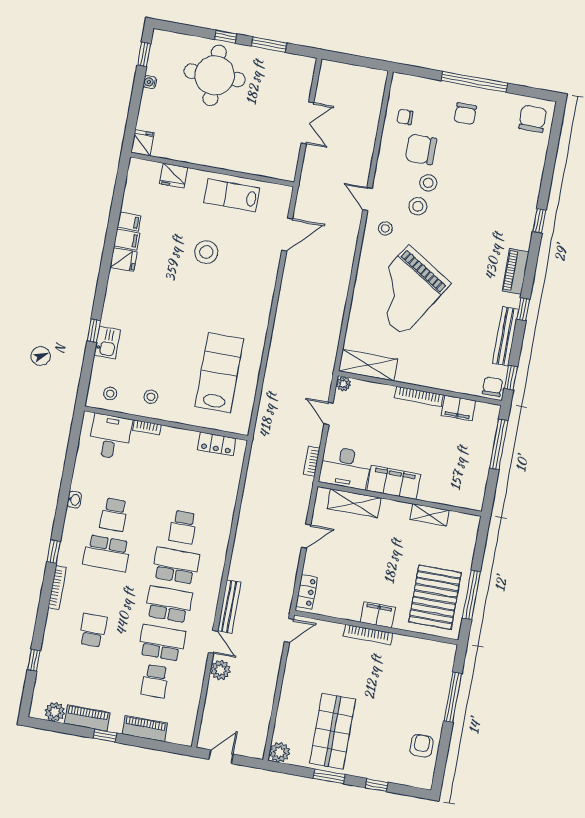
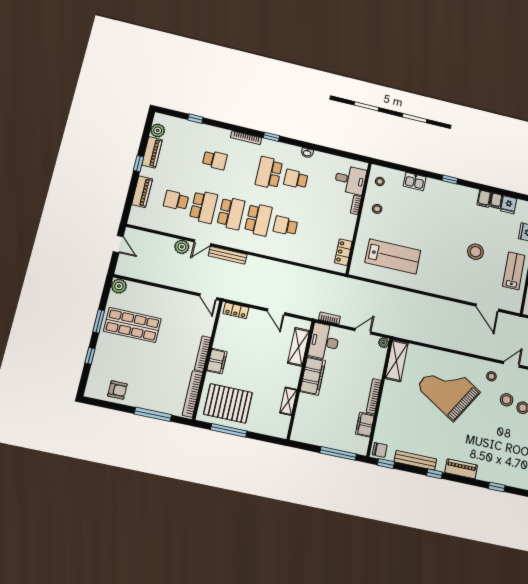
fridge: (124, 260) -> (509, 205), moved
window: (94, 331) -> (450, 180), moved
bookcase: (424, 646) -> (193, 394), added

